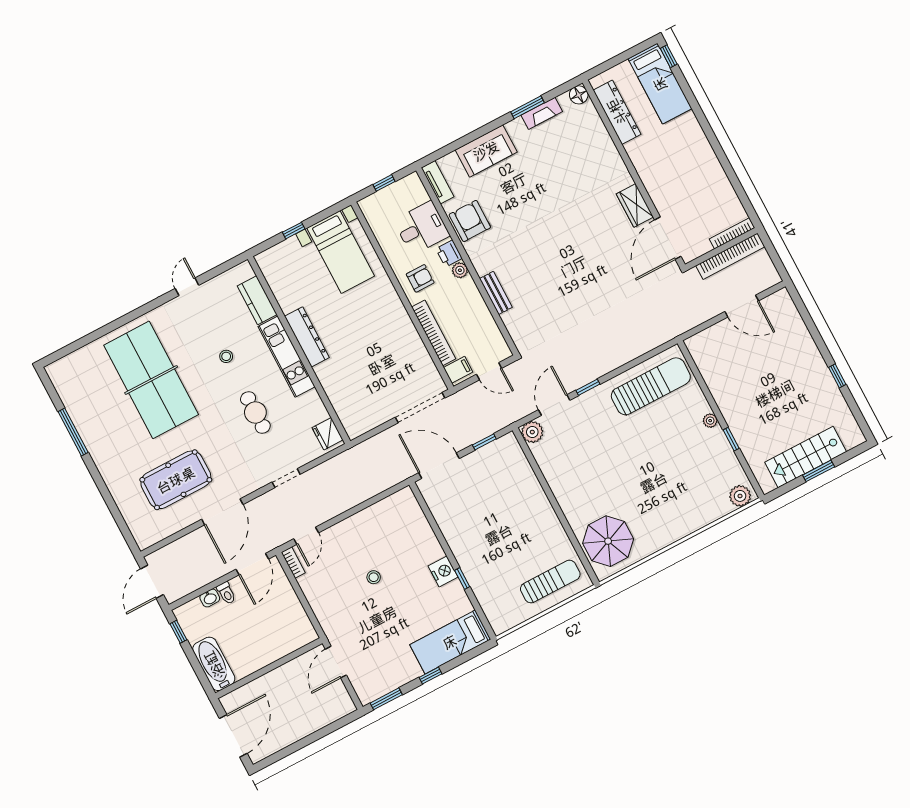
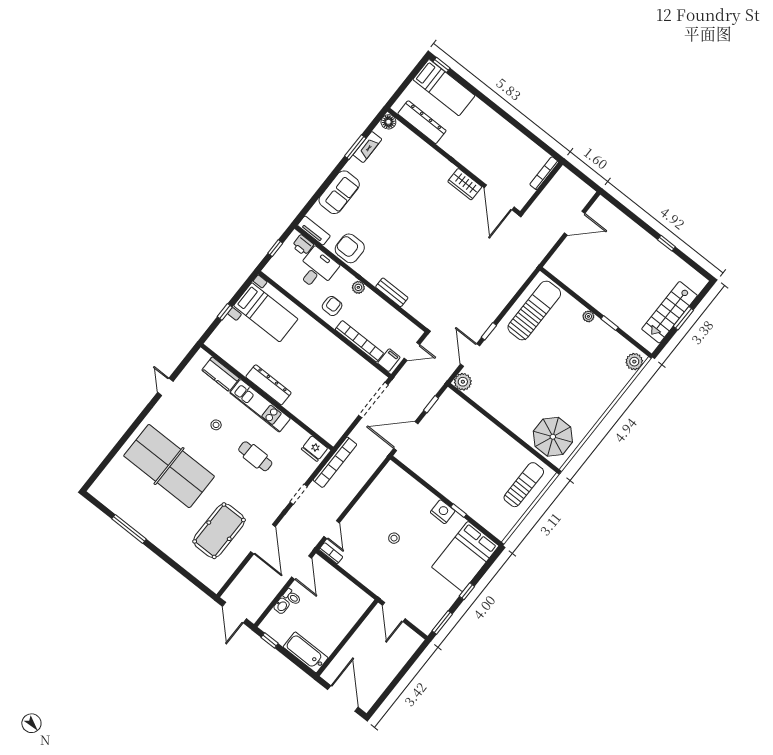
printer: (449, 253) -> (303, 245), moved
bookcase: (730, 256) -> (335, 462), moved
bed: (450, 642) -> (465, 556), width x1.50

